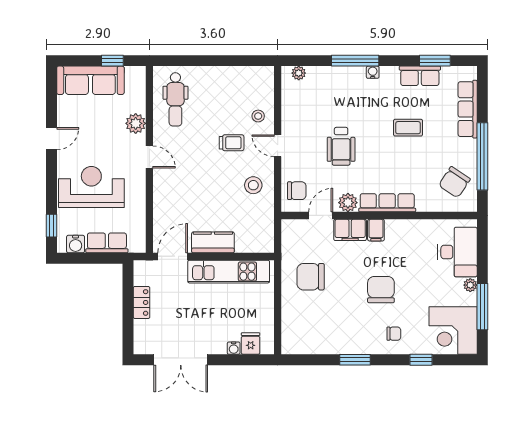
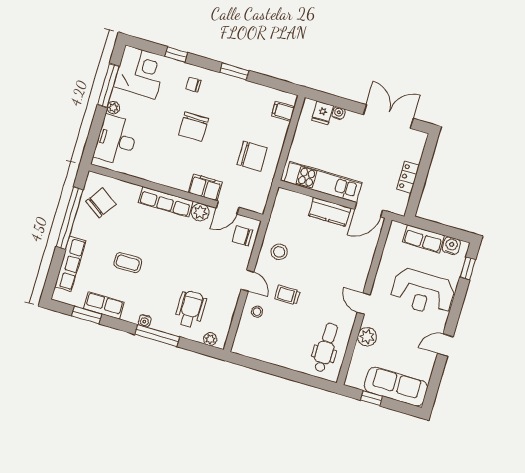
wheelchair: (341, 146) -> (190, 309), moved
filing cabinet: (376, 230) -> (283, 111), moved, turned -90

